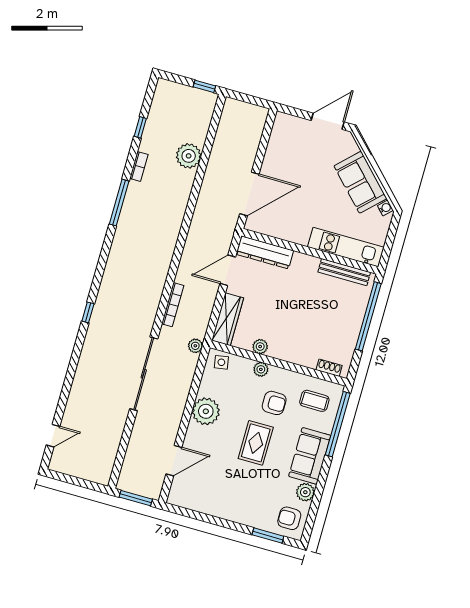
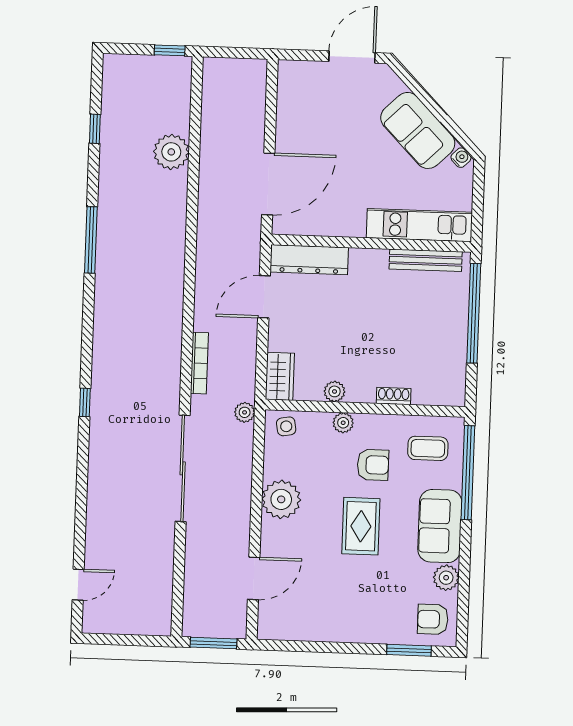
bookcase: (139, 166) -> (106, 183), removed
wardrobe: (228, 319) -> (280, 376), width x0.67
shoe rack: (329, 368) -> (394, 396), moved

